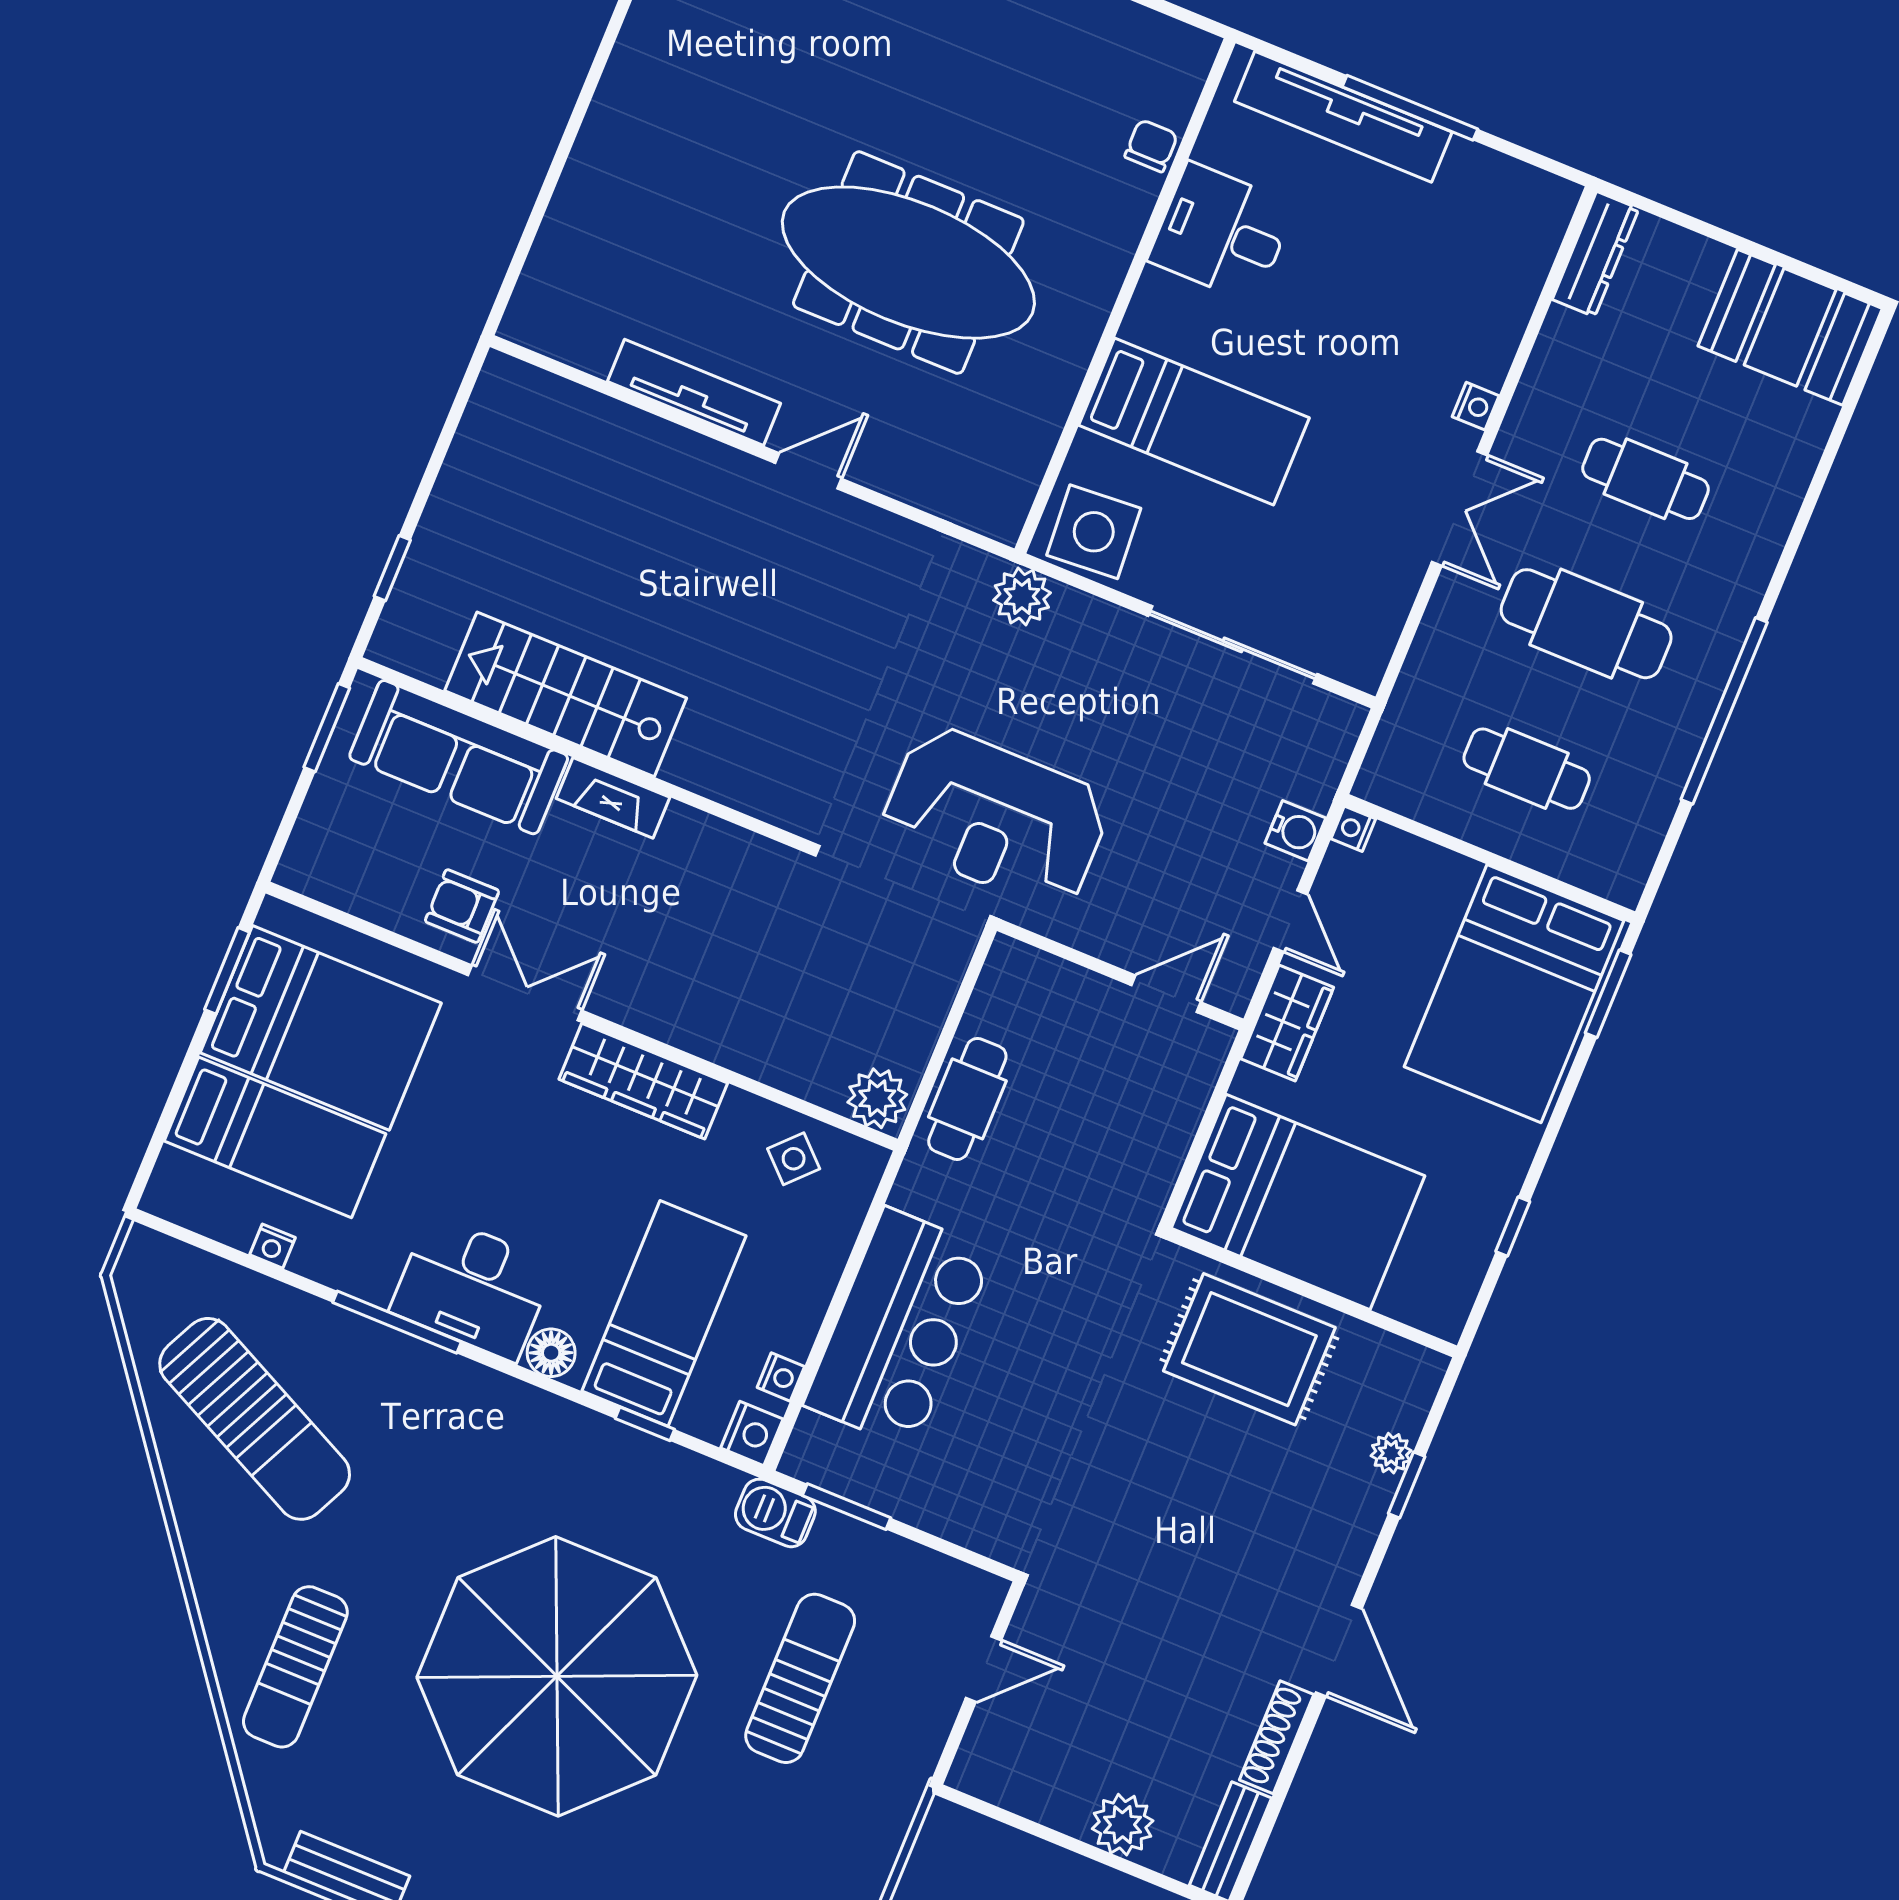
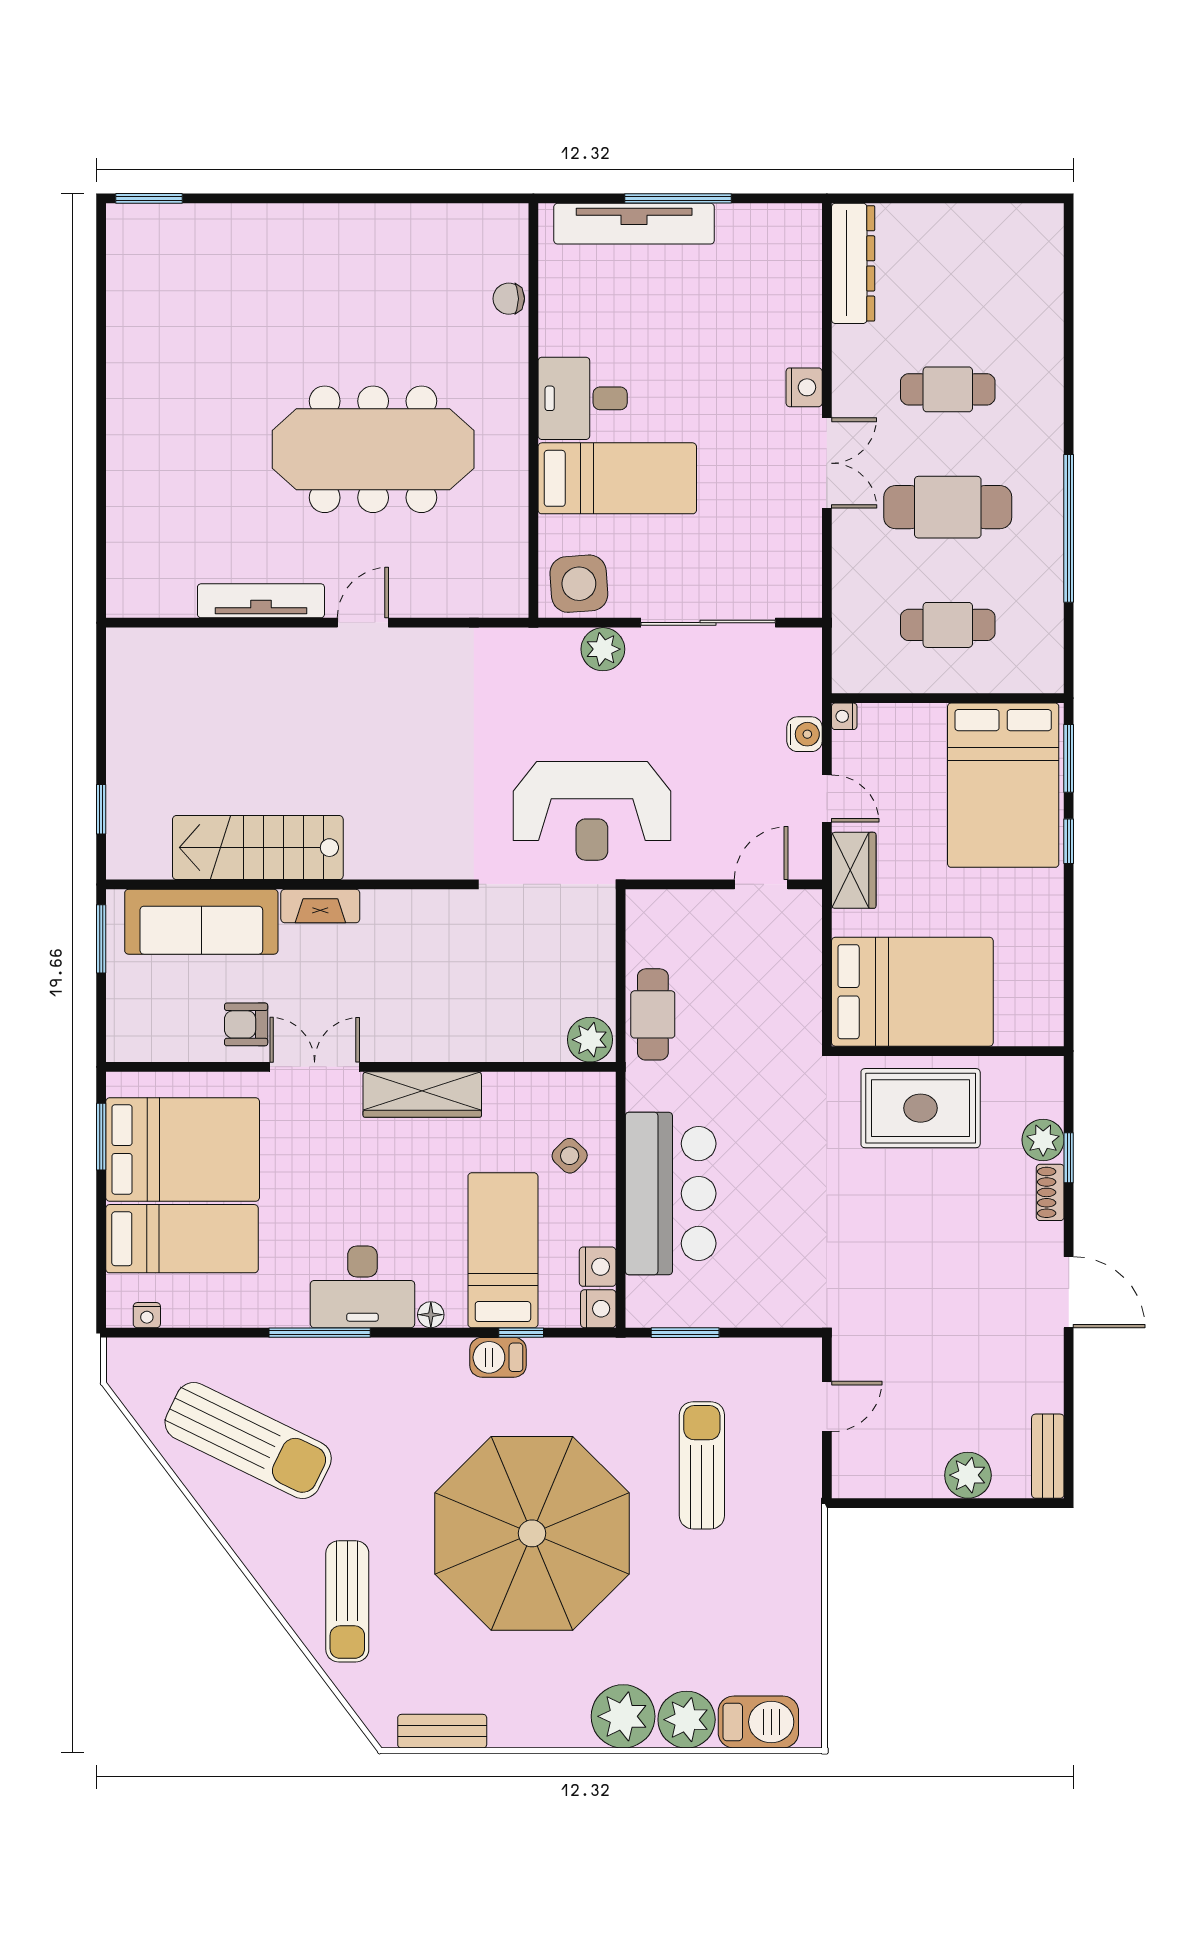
chair: (1151, 146) -> (509, 299), turned -90
desk: (1222, 233) -> (583, 398), moved
dresser: (1596, 254) -> (853, 263), width x1.37, depth x1.24
booth: (1790, 327) -> (1005, 243), removed
nightstand: (1476, 406) -> (804, 387), width x1.39, depth x1.35
plant: (1022, 596) -> (603, 649), moved
side table: (794, 1159) -> (570, 1156), moved
window: (1513, 1226) -> (1069, 841), moved
nightstand: (272, 1246) -> (147, 1315), moved
floor lamp: (551, 1353) -> (431, 1315), width x0.73, depth x0.73
nightstand: (781, 1377) -> (598, 1267), width x1.39, depth x1.35
plant: (1391, 1453) -> (1043, 1140), width x1.38, depth x1.38
barbecue: (775, 1513) -> (498, 1357), moved
shoe rack: (1277, 1737) -> (1050, 1192), moved, width x0.70

